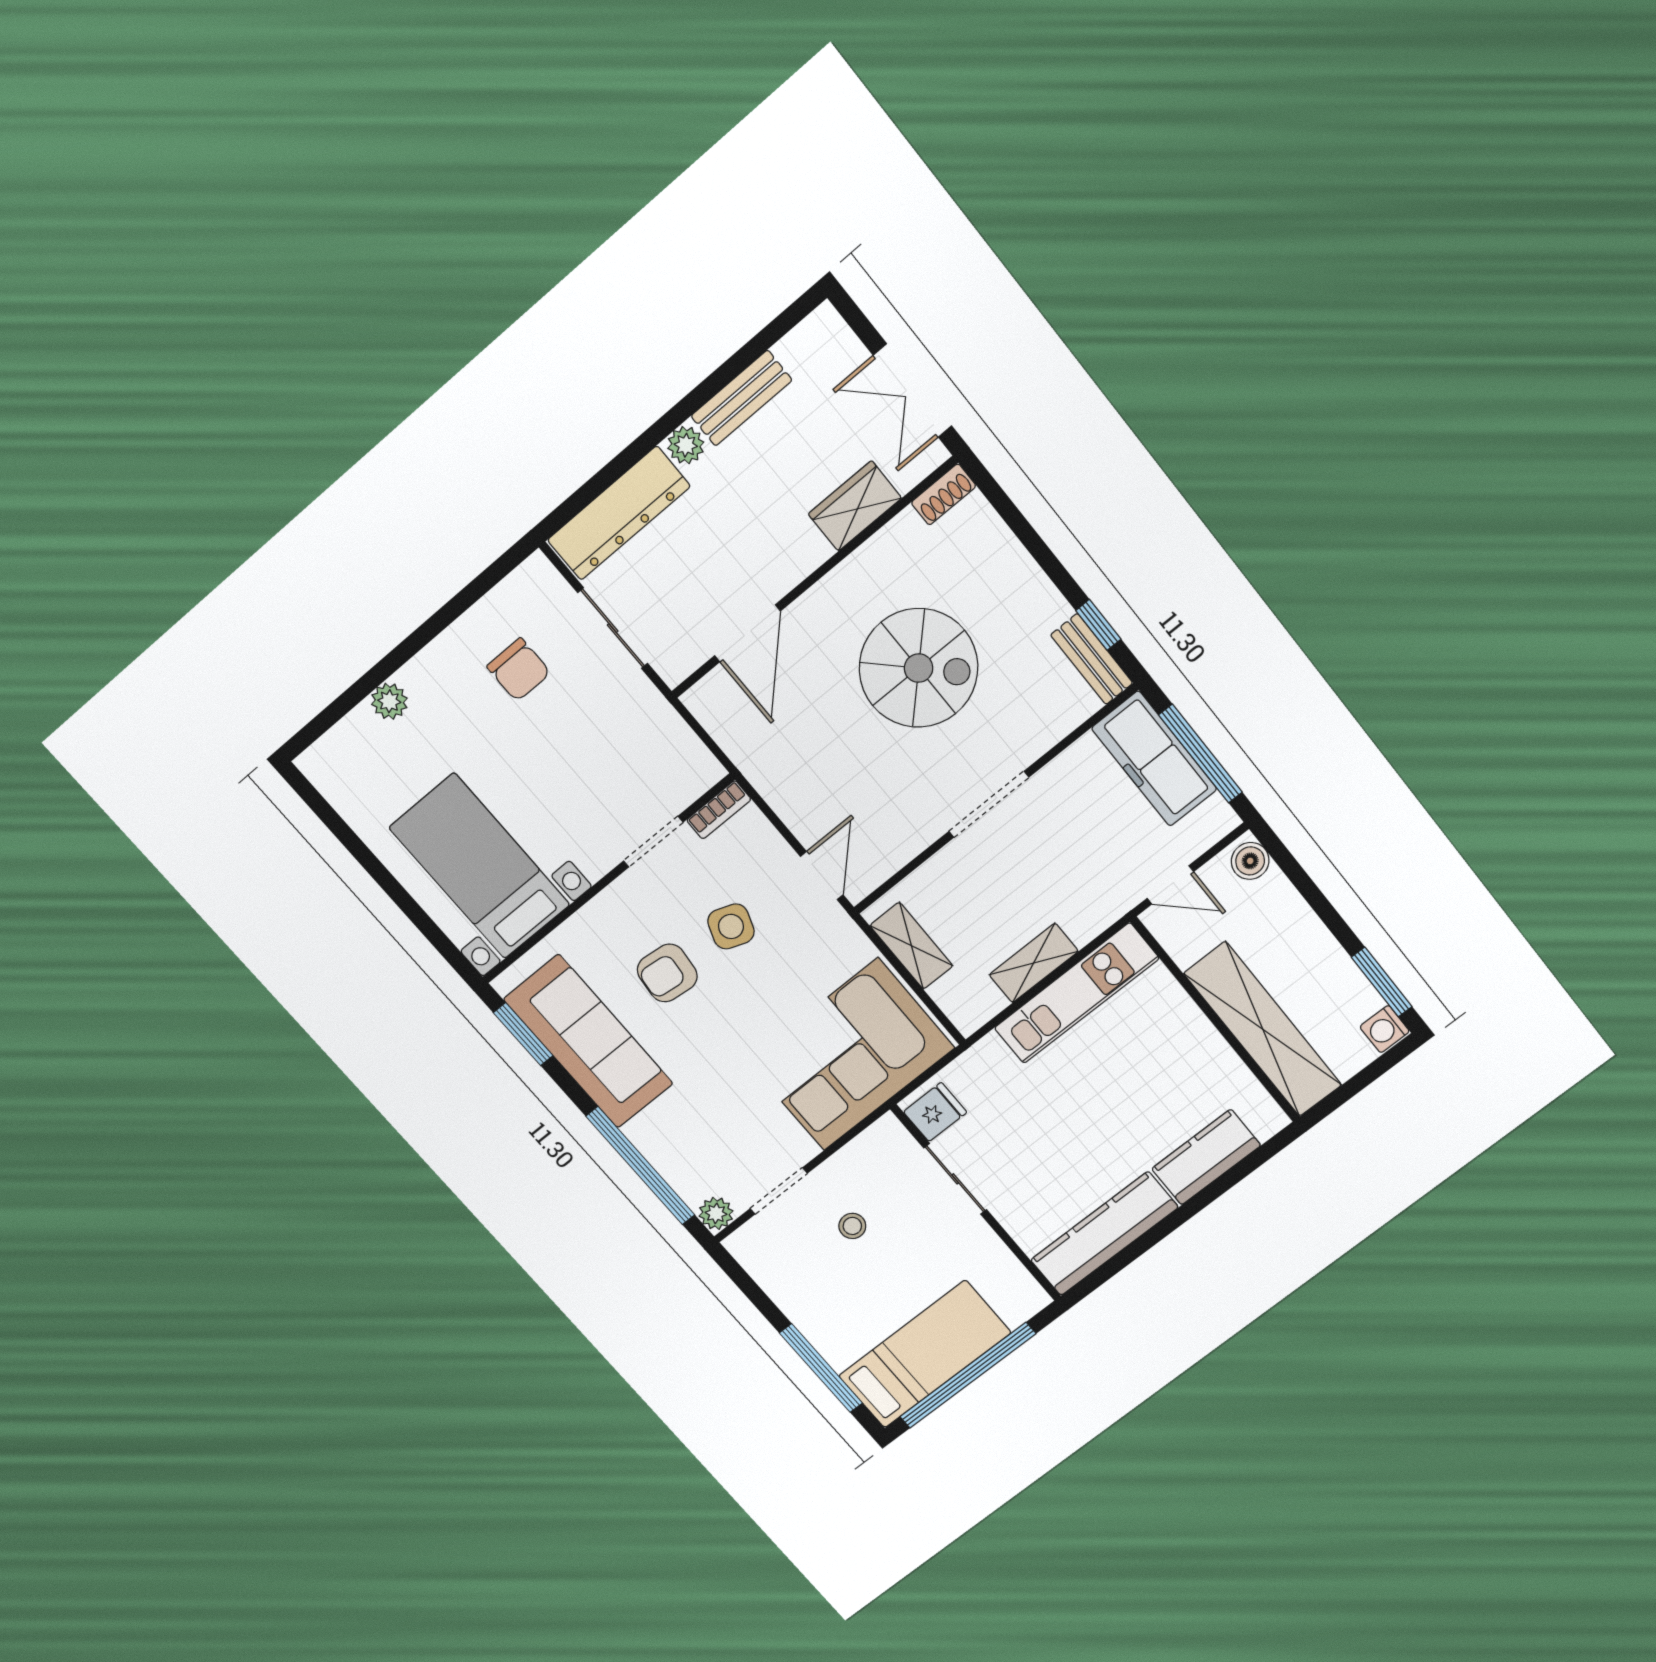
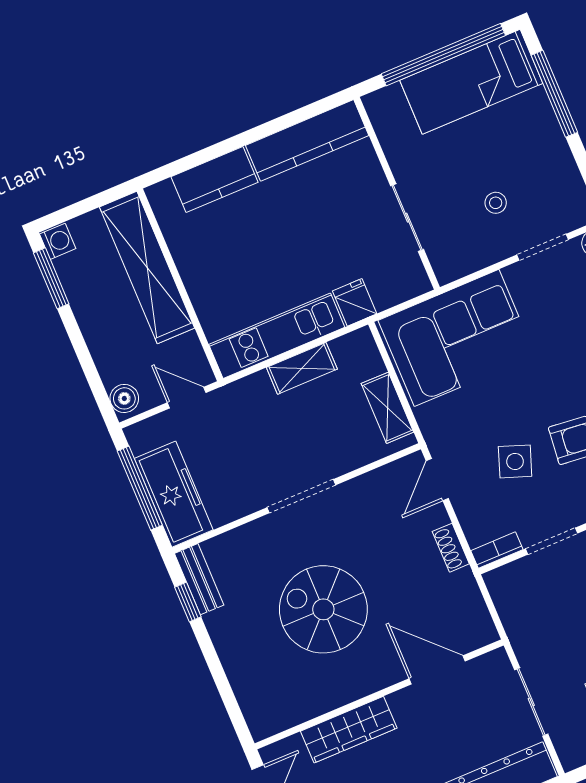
shoe rack: (944, 494) -> (451, 548), moved, turned -90
wardrobe: (855, 506) -> (349, 730), width x1.50
door: (747, 633) -> (437, 670), hinge flipped
fridge: (935, 1112) -> (355, 302), moved, turned 90

